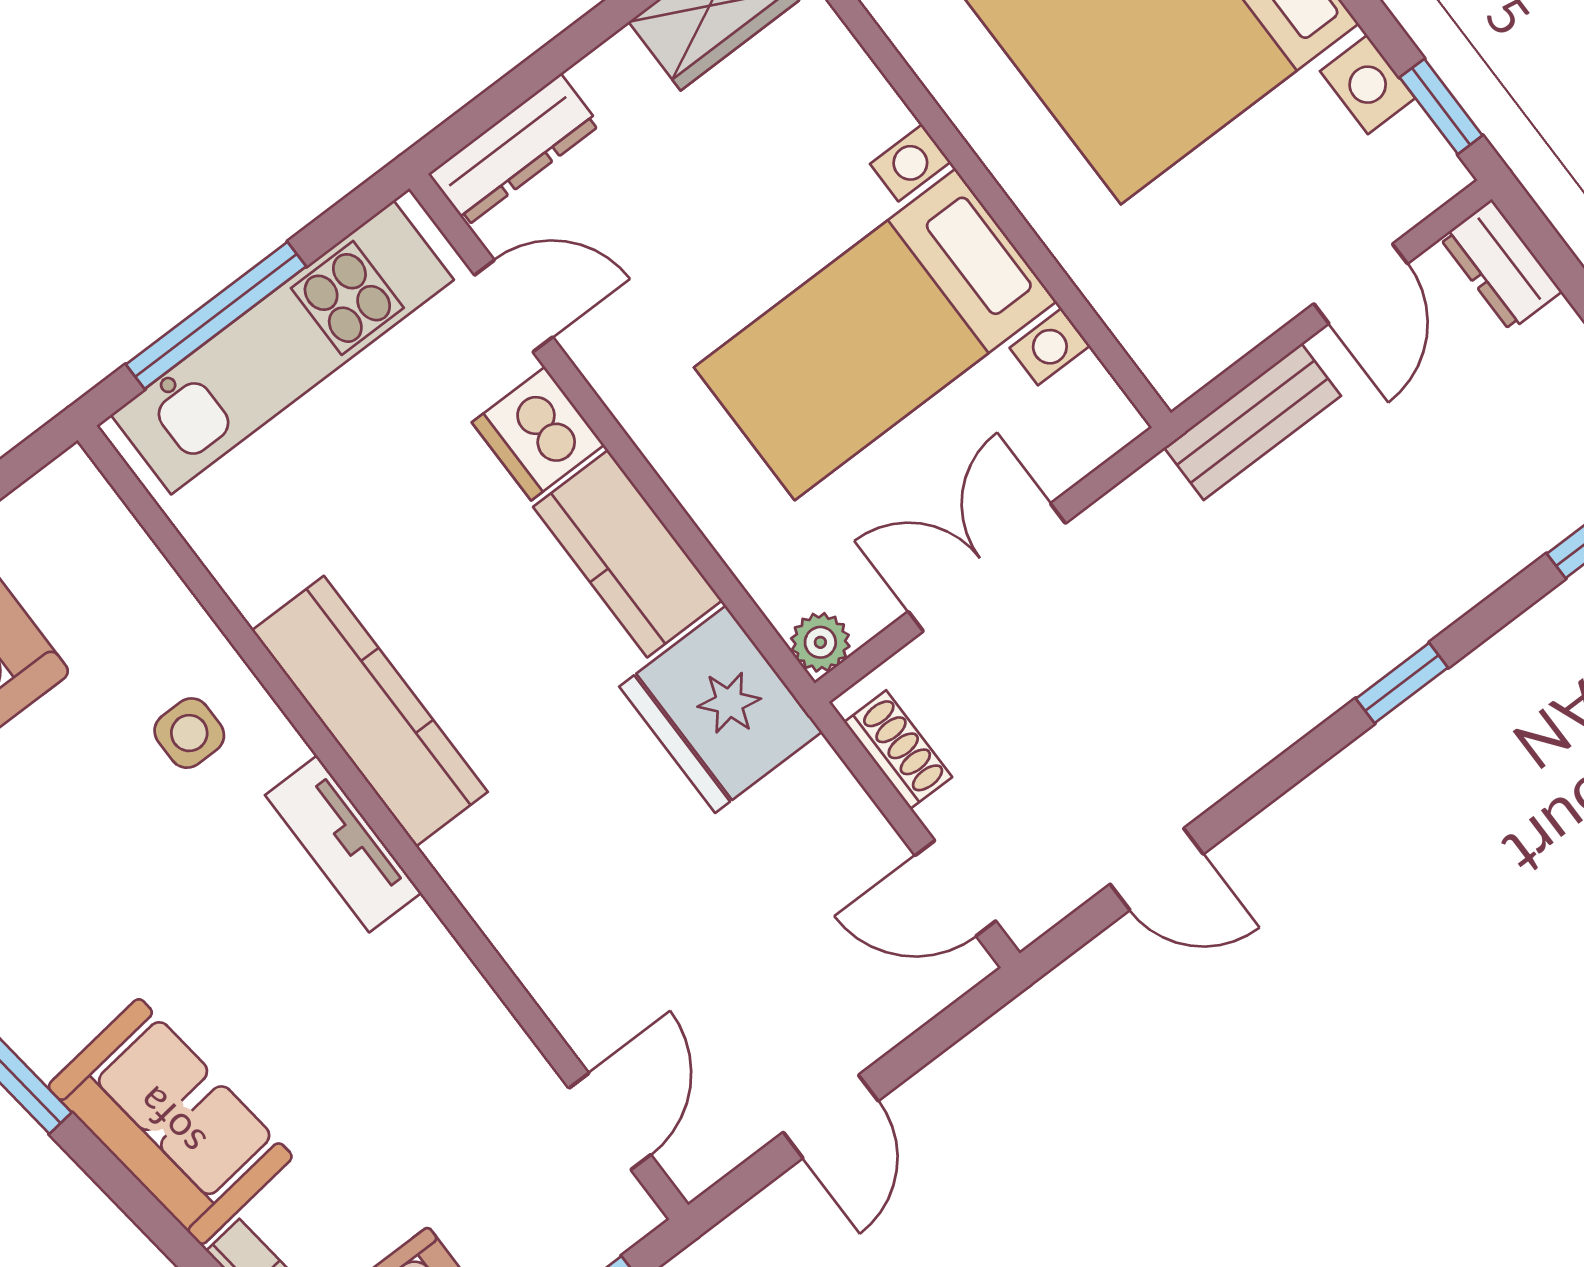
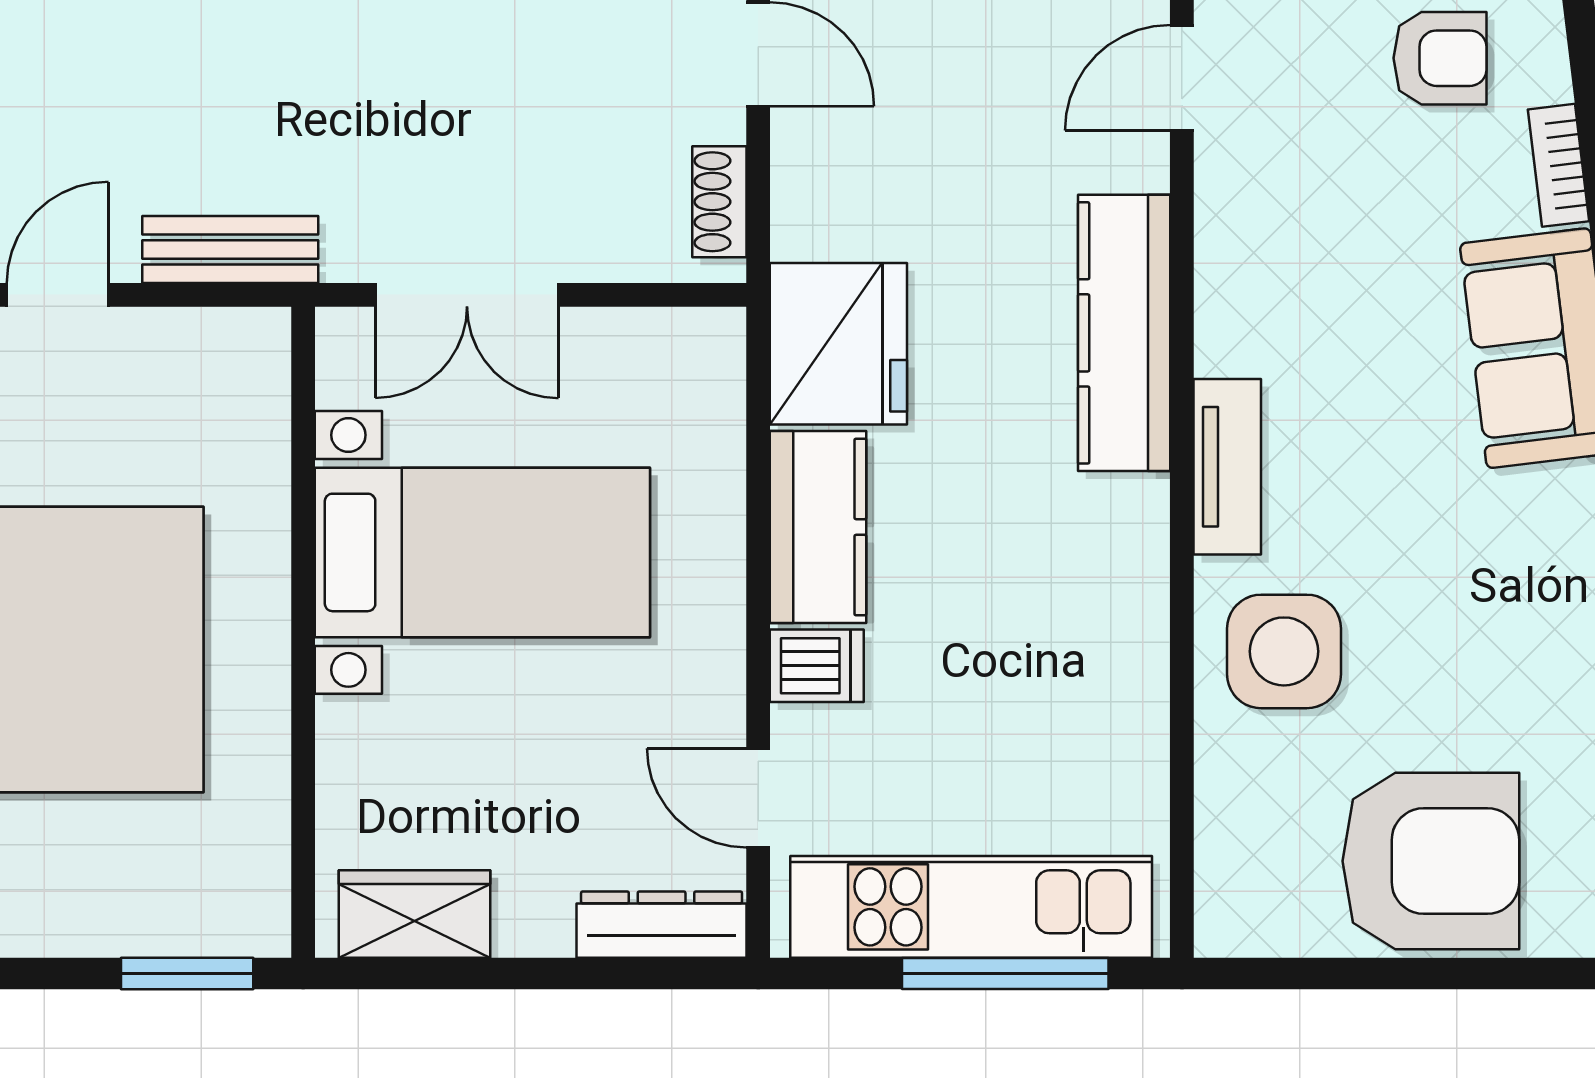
dishwasher: (538, 434) -> (817, 666), width x0.73
double door: (987, 567) -> (467, 295), moved
plant: (820, 642) -> (716, 337), removed
kitchen counter: (370, 711) -> (1124, 333), moved
side table: (189, 733) -> (1284, 651), width x1.87, depth x1.87

